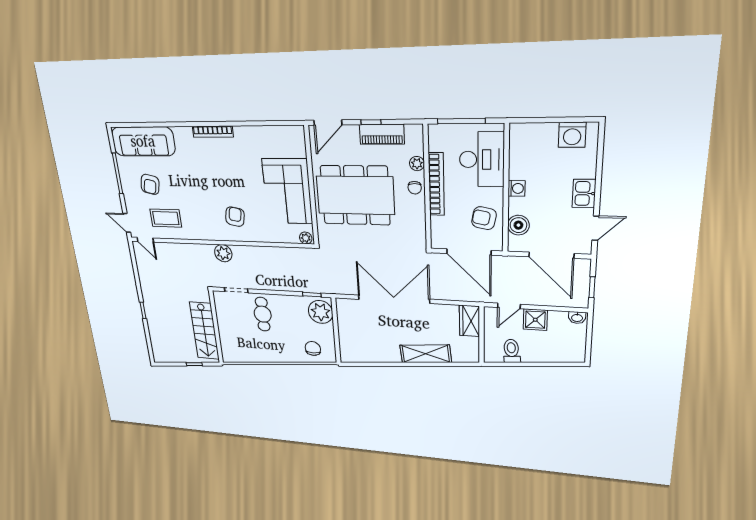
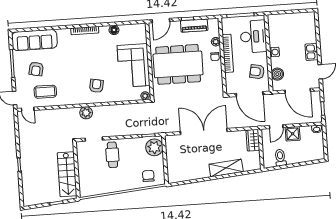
floor lamp: (256, 133) -> (114, 30), added
washing machine: (572, 135) -> (302, 19), removed

